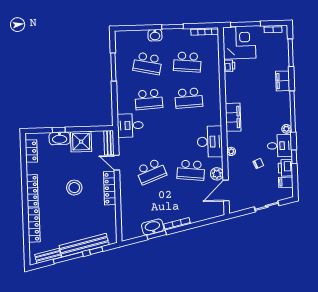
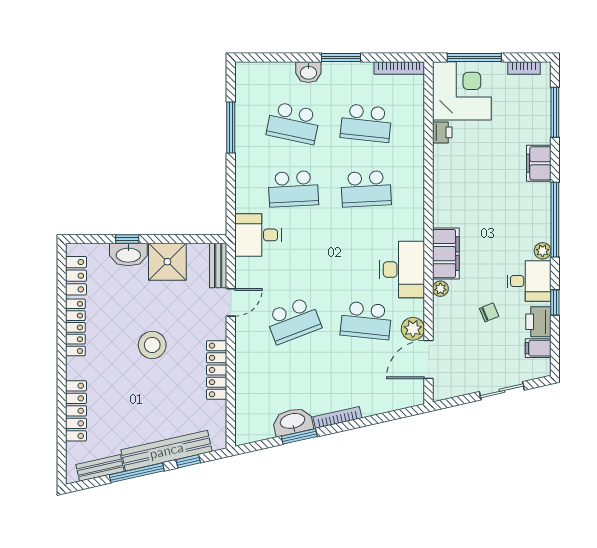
filing cabinet: (233, 117) -> (446, 254), moved
door: (117, 163) -> (231, 302), swing flipped
locker: (110, 188) -> (217, 370), moved
locker: (32, 191) -> (75, 327), moved

